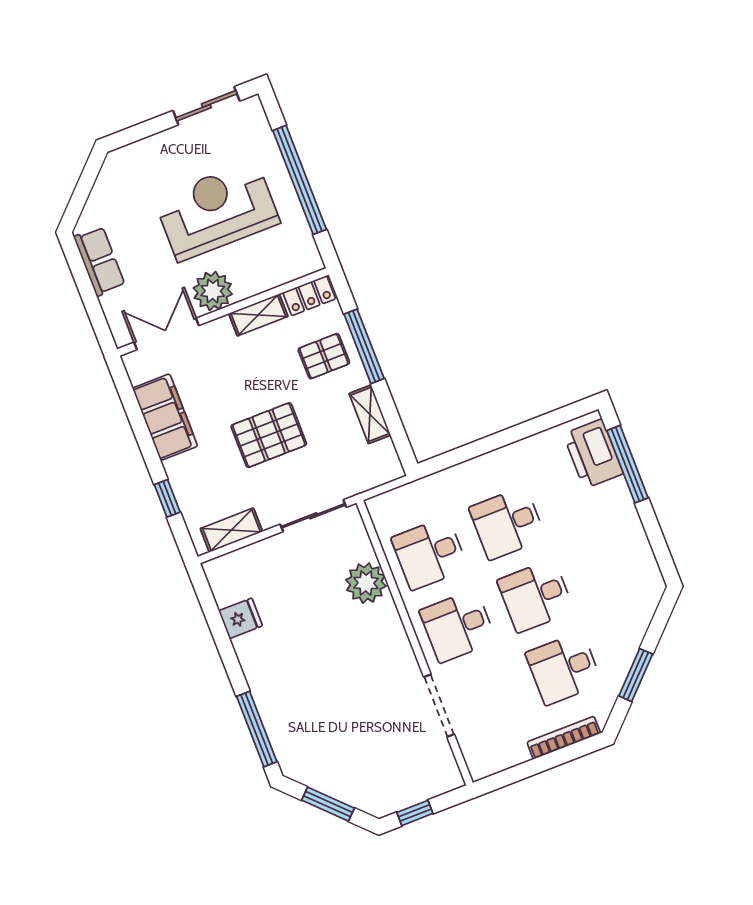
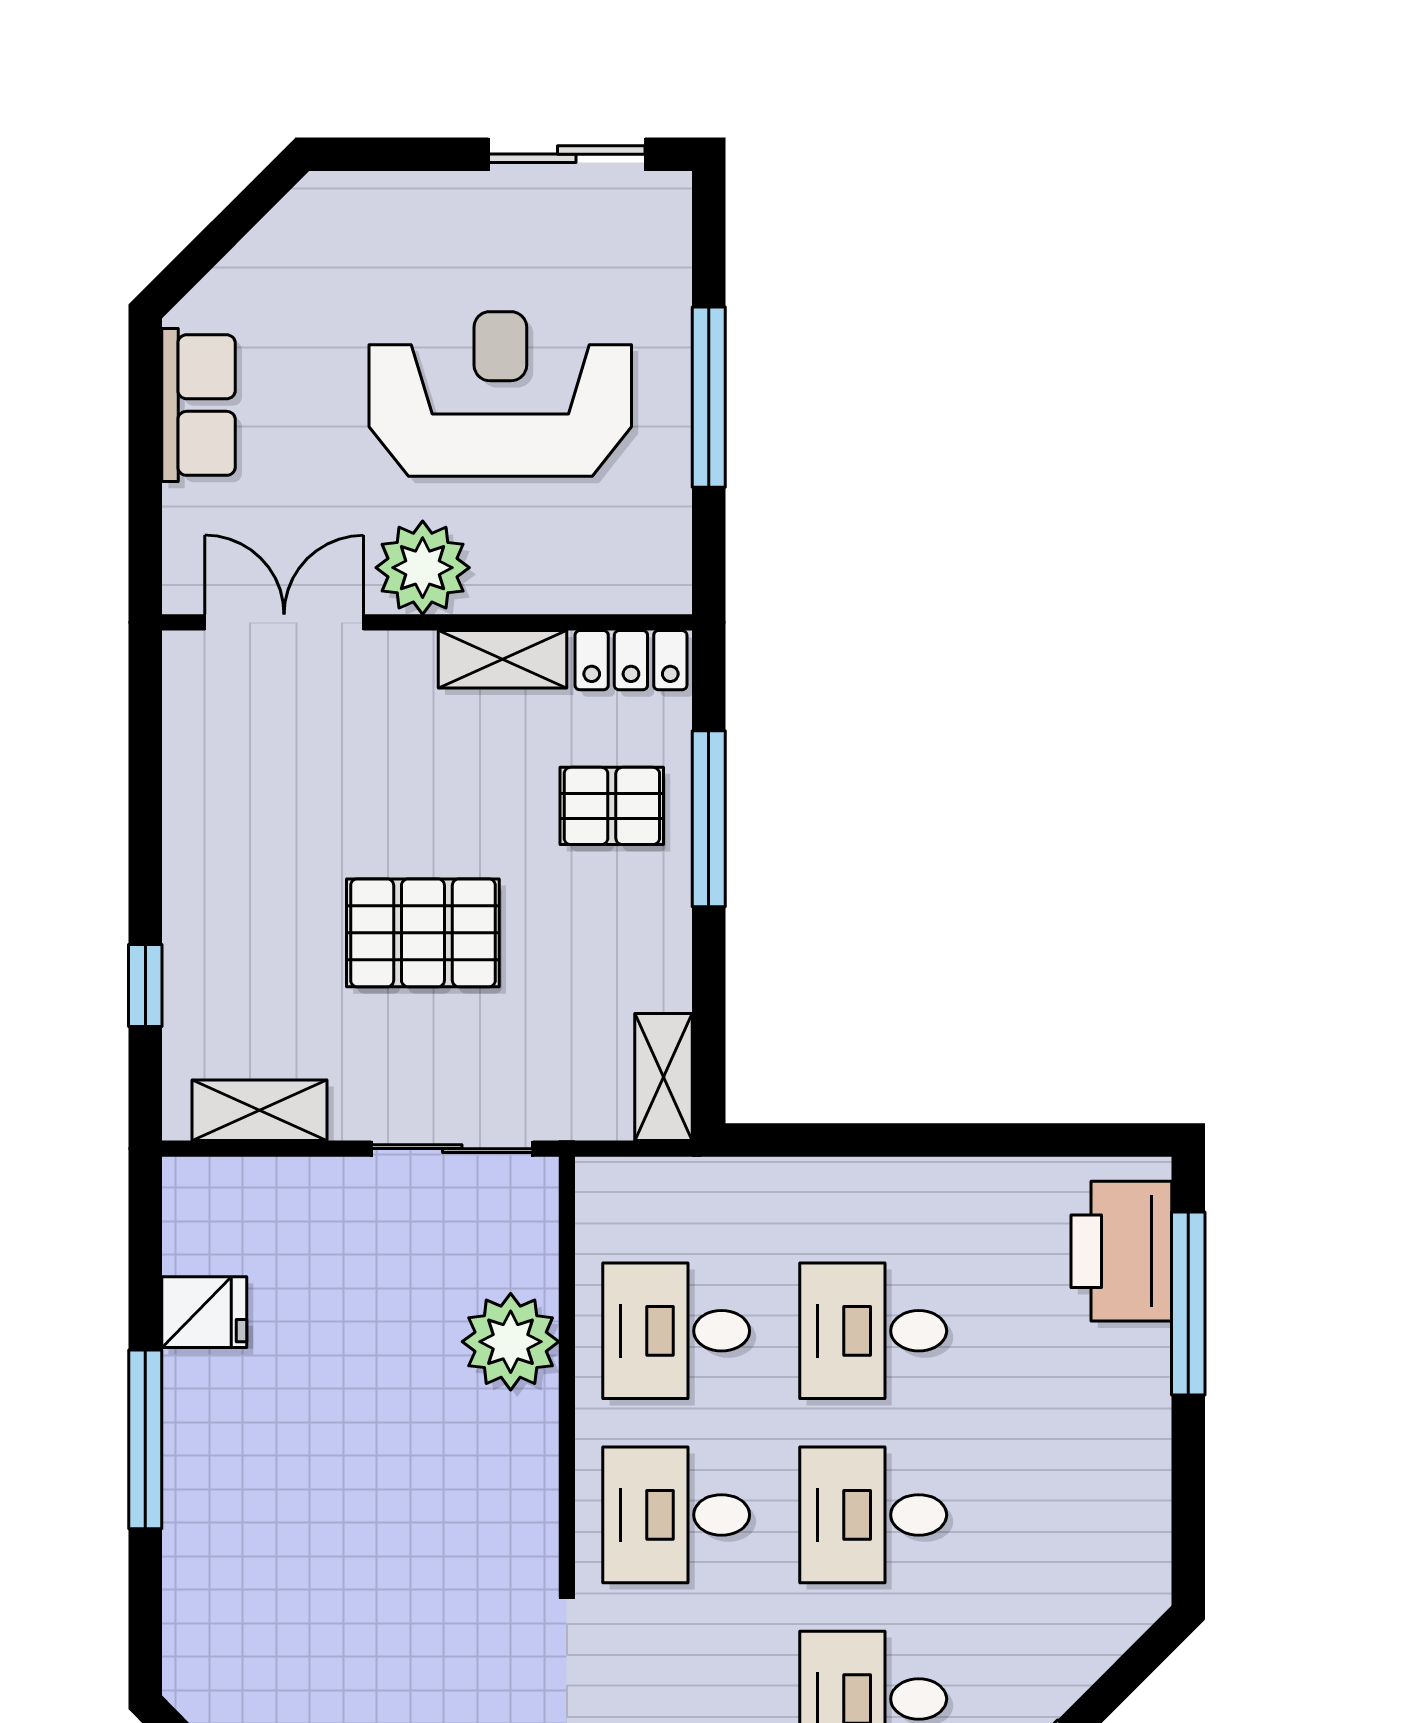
window: (300, 180) -> (709, 397), width x0.68
shelving: (370, 414) -> (663, 1077), moved
filing cabinet: (165, 417) -> (210, 805), removed
window: (257, 729) -> (145, 1439), moved

